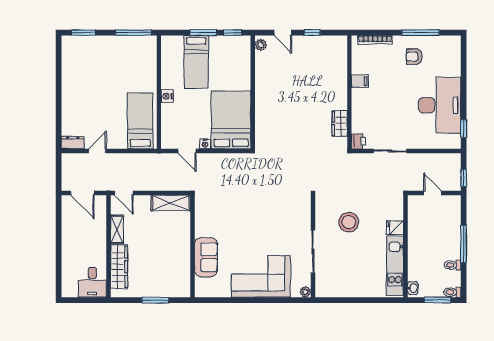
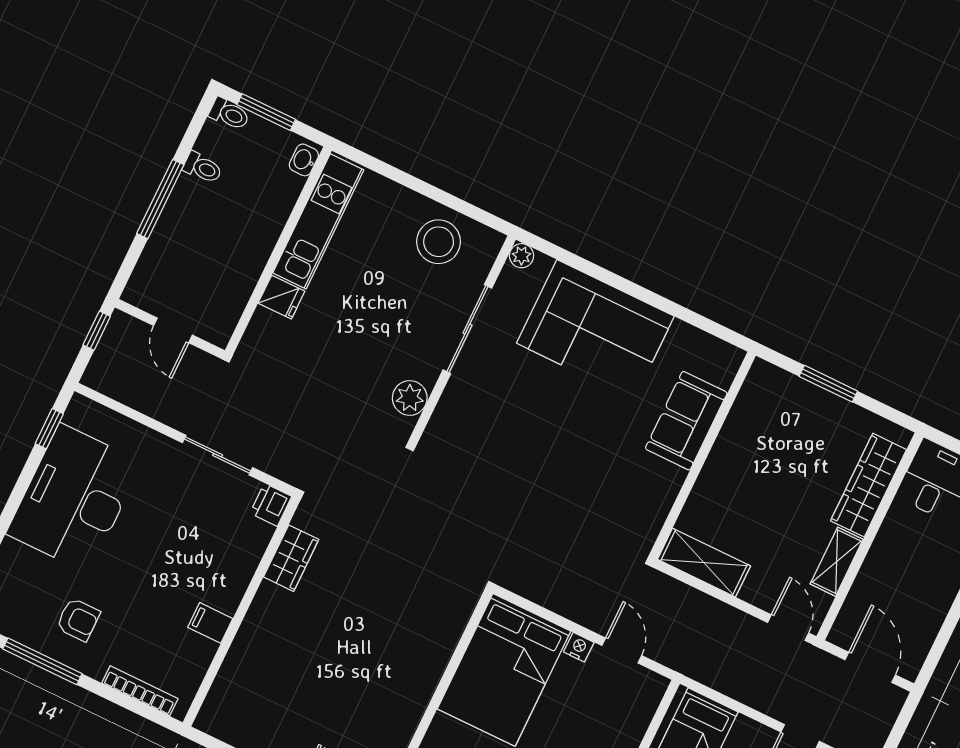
plant: (323, 212) -> (410, 398), added
stool: (349, 222) -> (439, 242), moved

